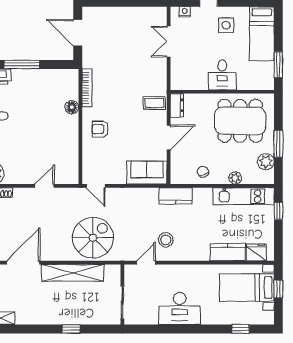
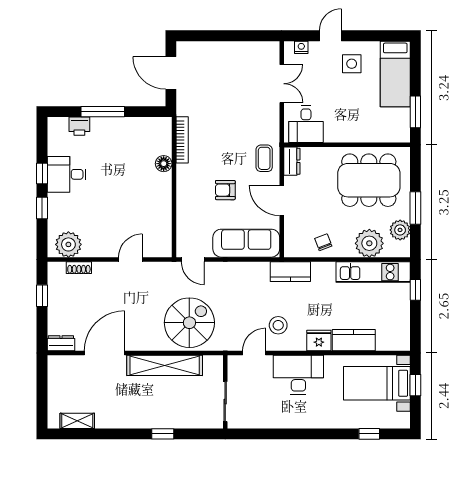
double door: (169, 42) -> (282, 84), swing flipped
desk: (222, 75) -> (306, 124), moved
coffee table: (154, 103) -> (264, 158), turned 90
armchair: (100, 129) -> (225, 190), moved
door: (169, 138) -> (282, 201), swing flipped
sofa: (147, 173) -> (246, 243), width x1.36
plant: (235, 178) -> (369, 243), width x1.88, depth x1.88
fridge: (256, 252) -> (319, 340), moved
desk: (180, 308) -> (298, 375), moved, turned 180

